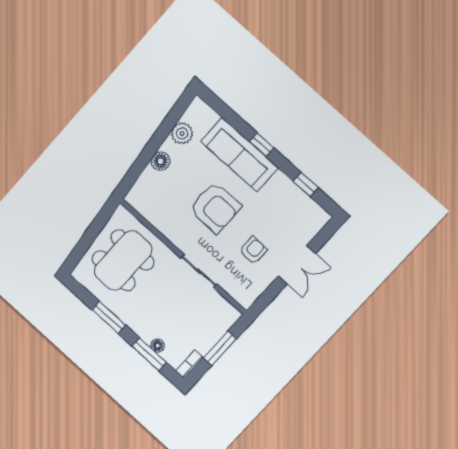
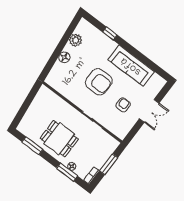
window: (261, 145) -> (110, 33), moved
sofa: (239, 154) -> (131, 66), moved
window: (306, 184) -> (150, 64), removed
dining table: (123, 260) -> (59, 139), moved, width x0.73
window: (109, 317) -> (32, 146), moved

